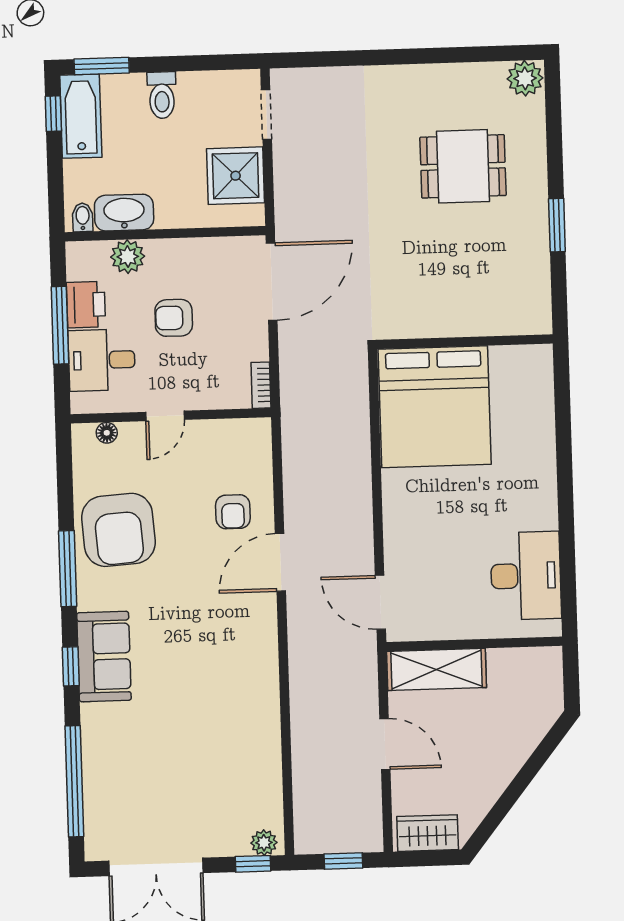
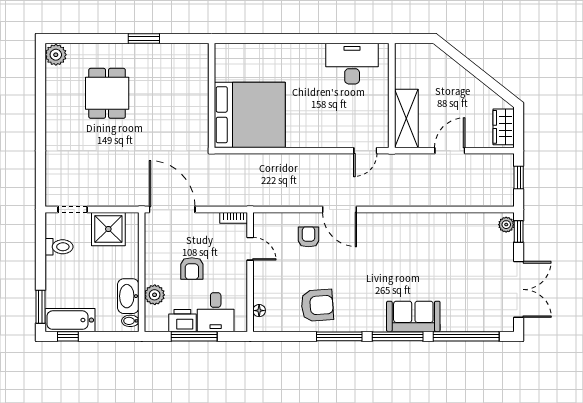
toilet: (162, 95) -> (59, 247), moved
door: (165, 416) -> (250, 249), moved
armchair: (233, 512) -> (309, 237), turned -90
armchair: (118, 530) -> (317, 305), width x0.73, depth x0.73
door: (380, 602) -> (365, 151), width x0.73
sofa: (104, 657) -> (413, 316), moved
window: (71, 666) -> (398, 336), width x2.17

